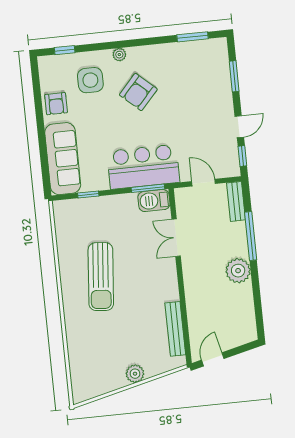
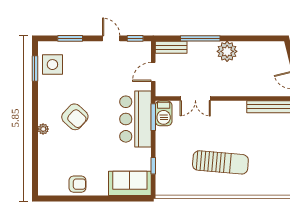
window: (65, 50) -> (35, 173), removed
side table: (90, 80) -> (52, 65), moved
sofa: (63, 159) -> (130, 183), width x0.73

